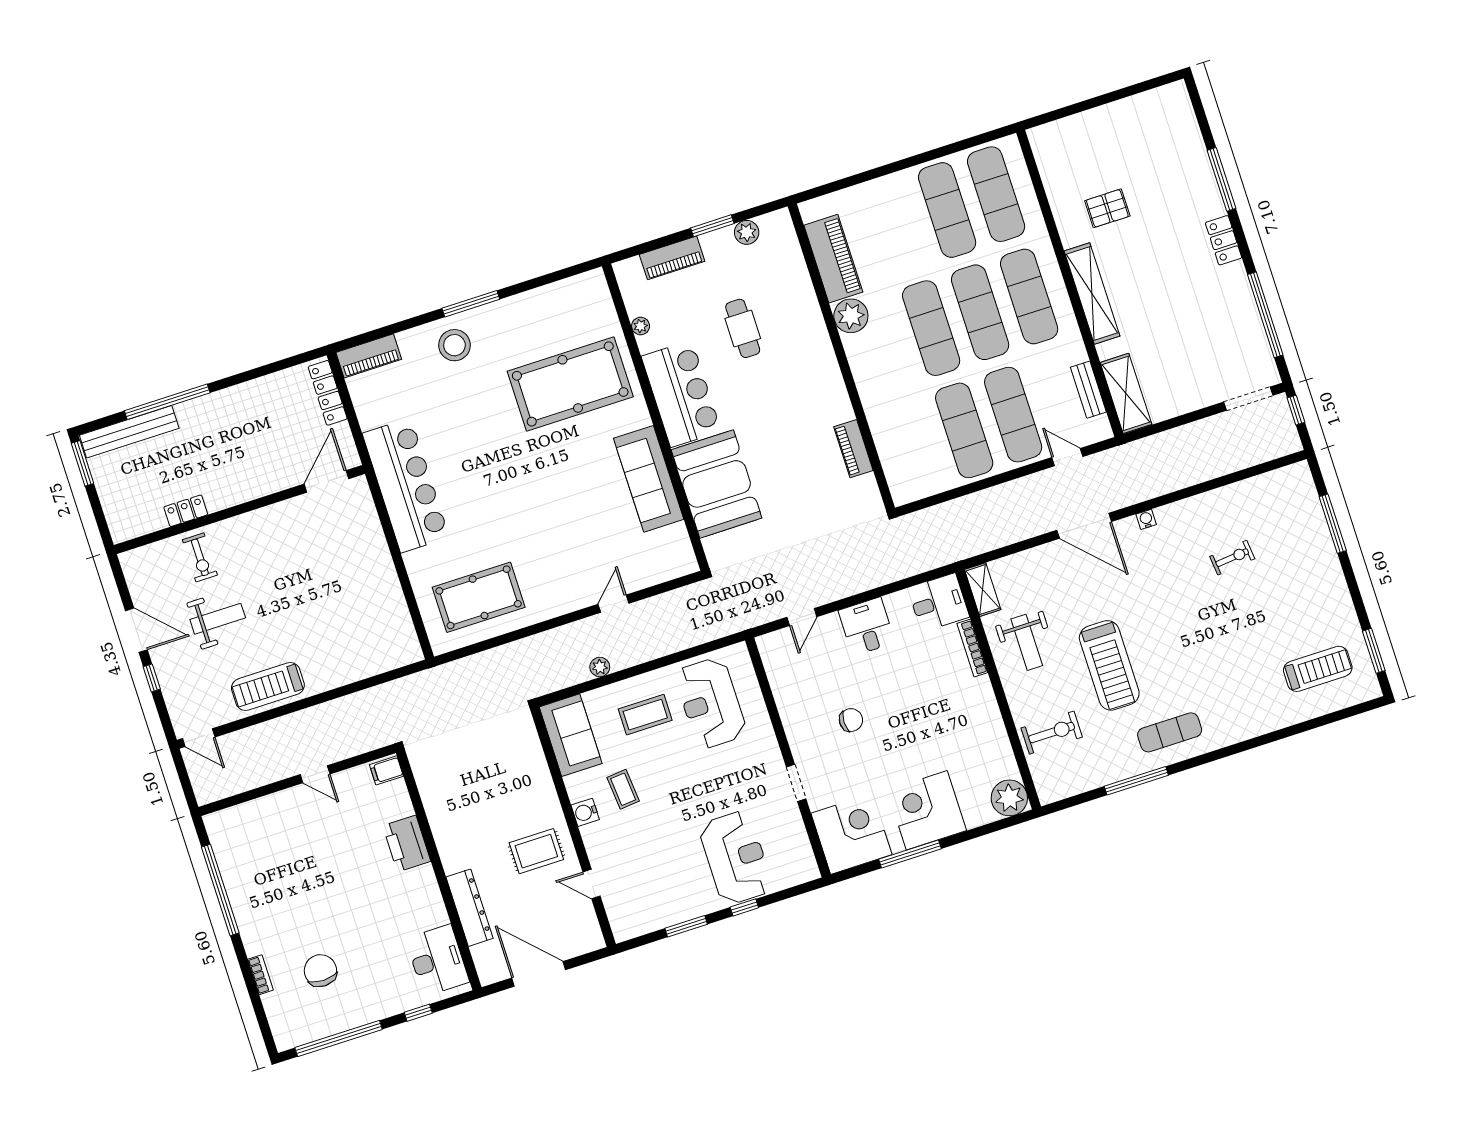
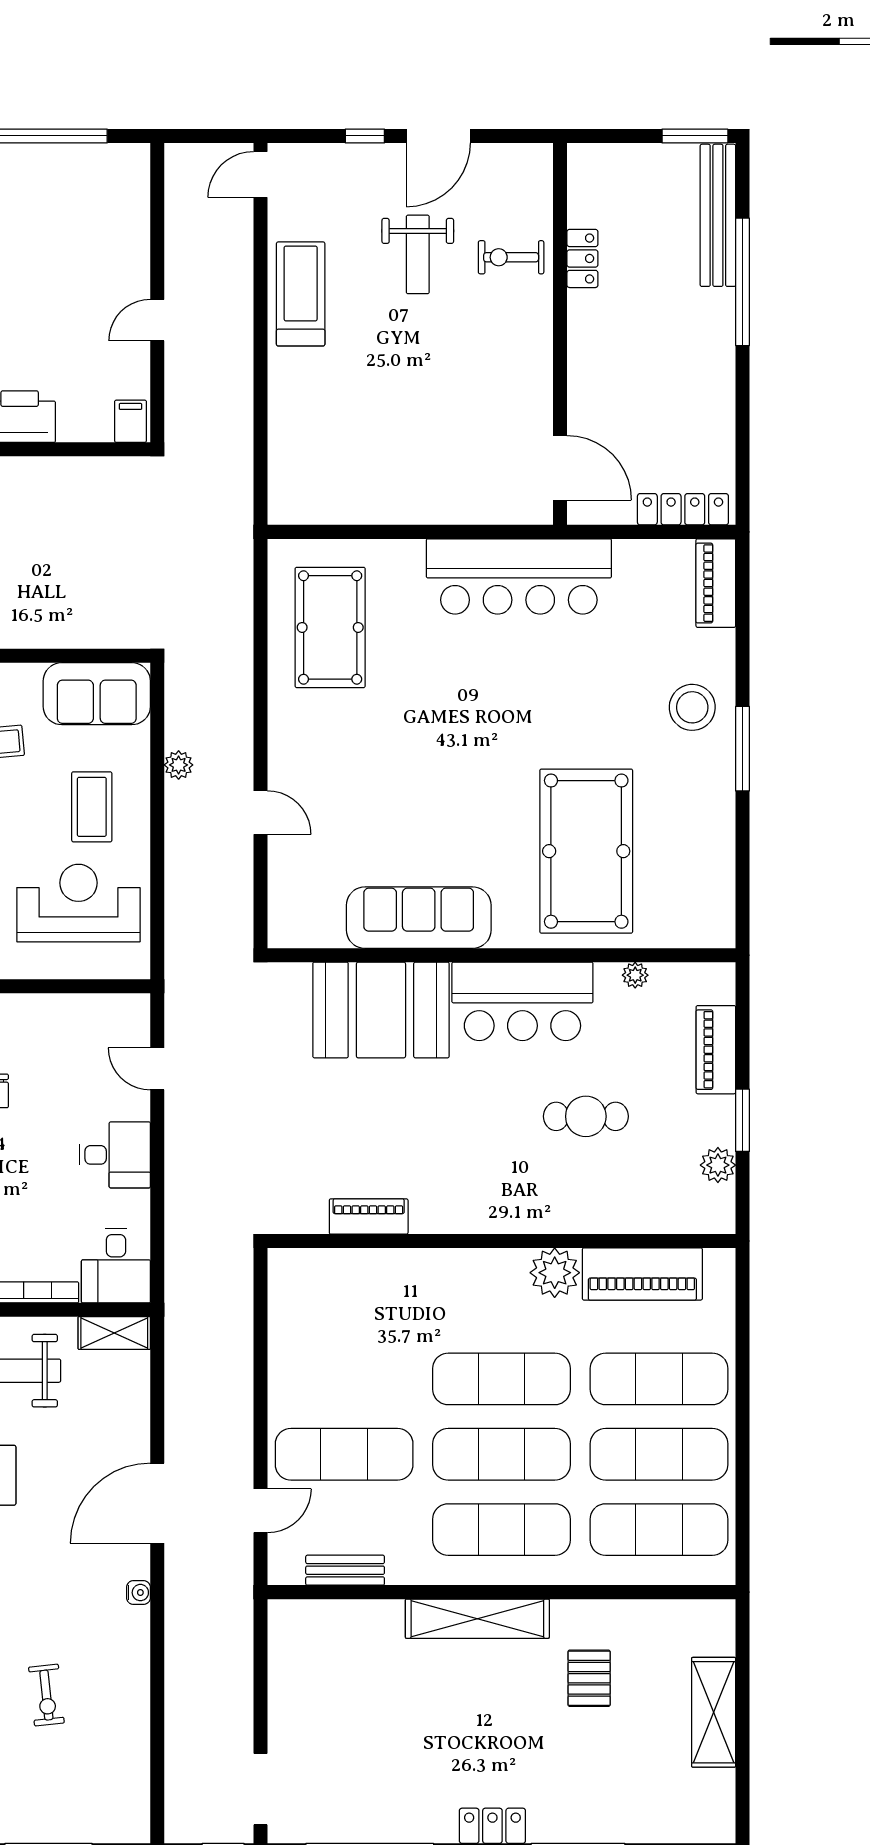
shelving: (1126, 393) -> (714, 1712), moved, turned 90
exercise mat: (964, 430) -> (659, 1379), moved

